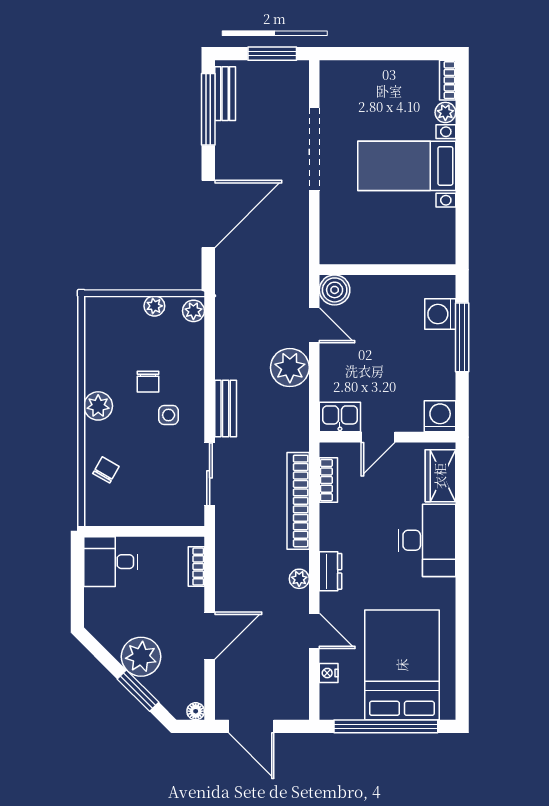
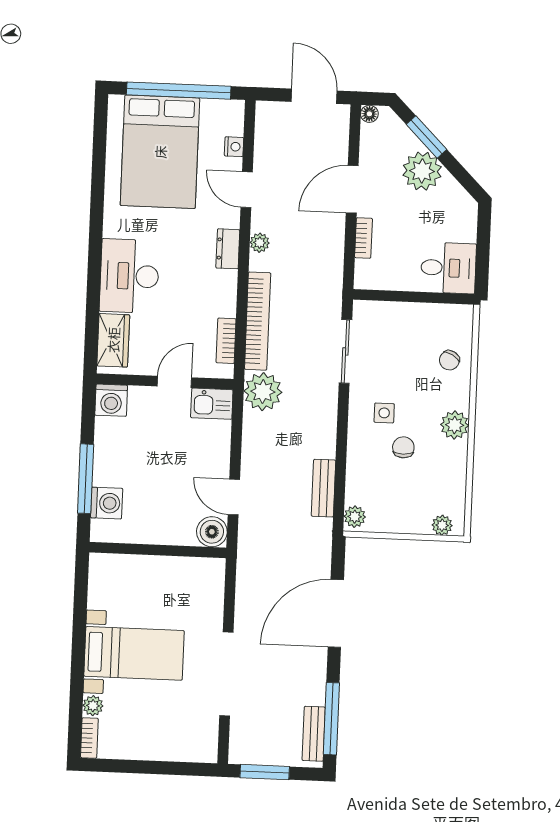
plant: (154, 306) -> (442, 525), moved
plant: (290, 368) -> (263, 392), moved
bench: (226, 408) -> (324, 488), moved
bookcase: (196, 567) -> (364, 238), moved

